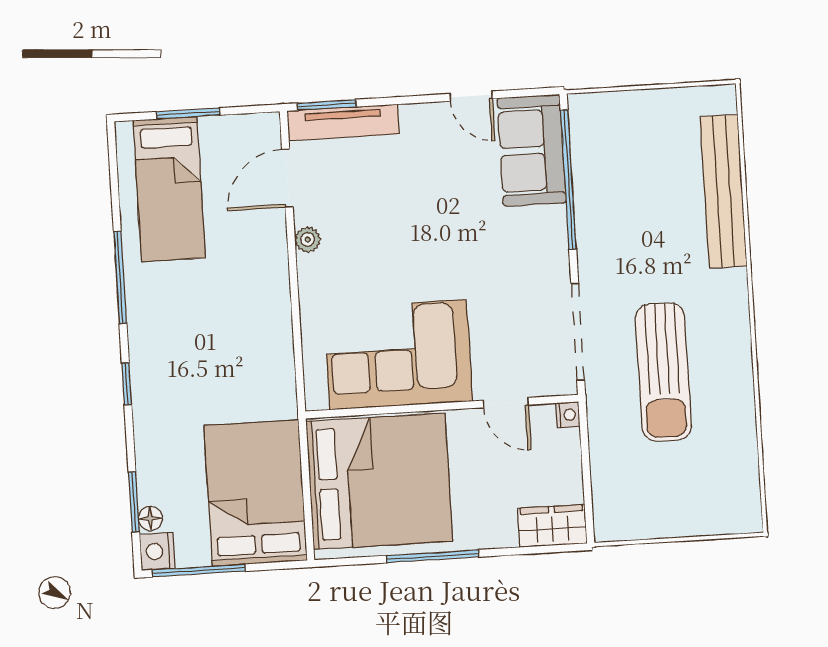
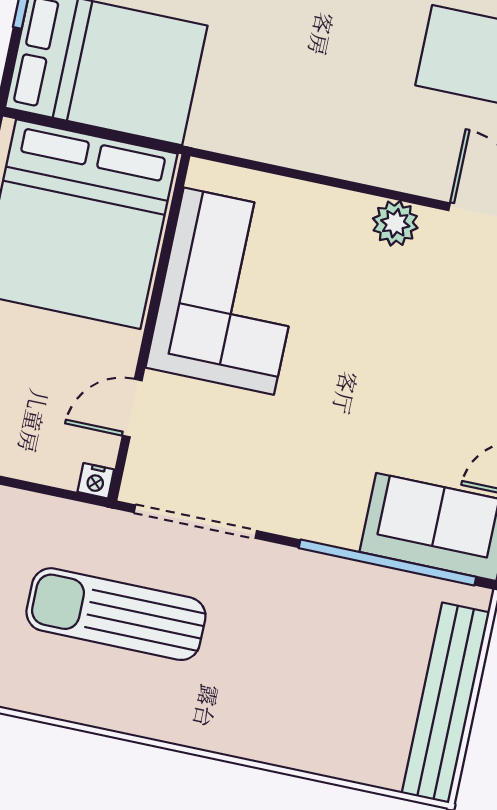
bench: (724, 191) -> (446, 703), moved, turned 90
plant: (308, 240) -> (395, 223), width x1.38, depth x1.38

